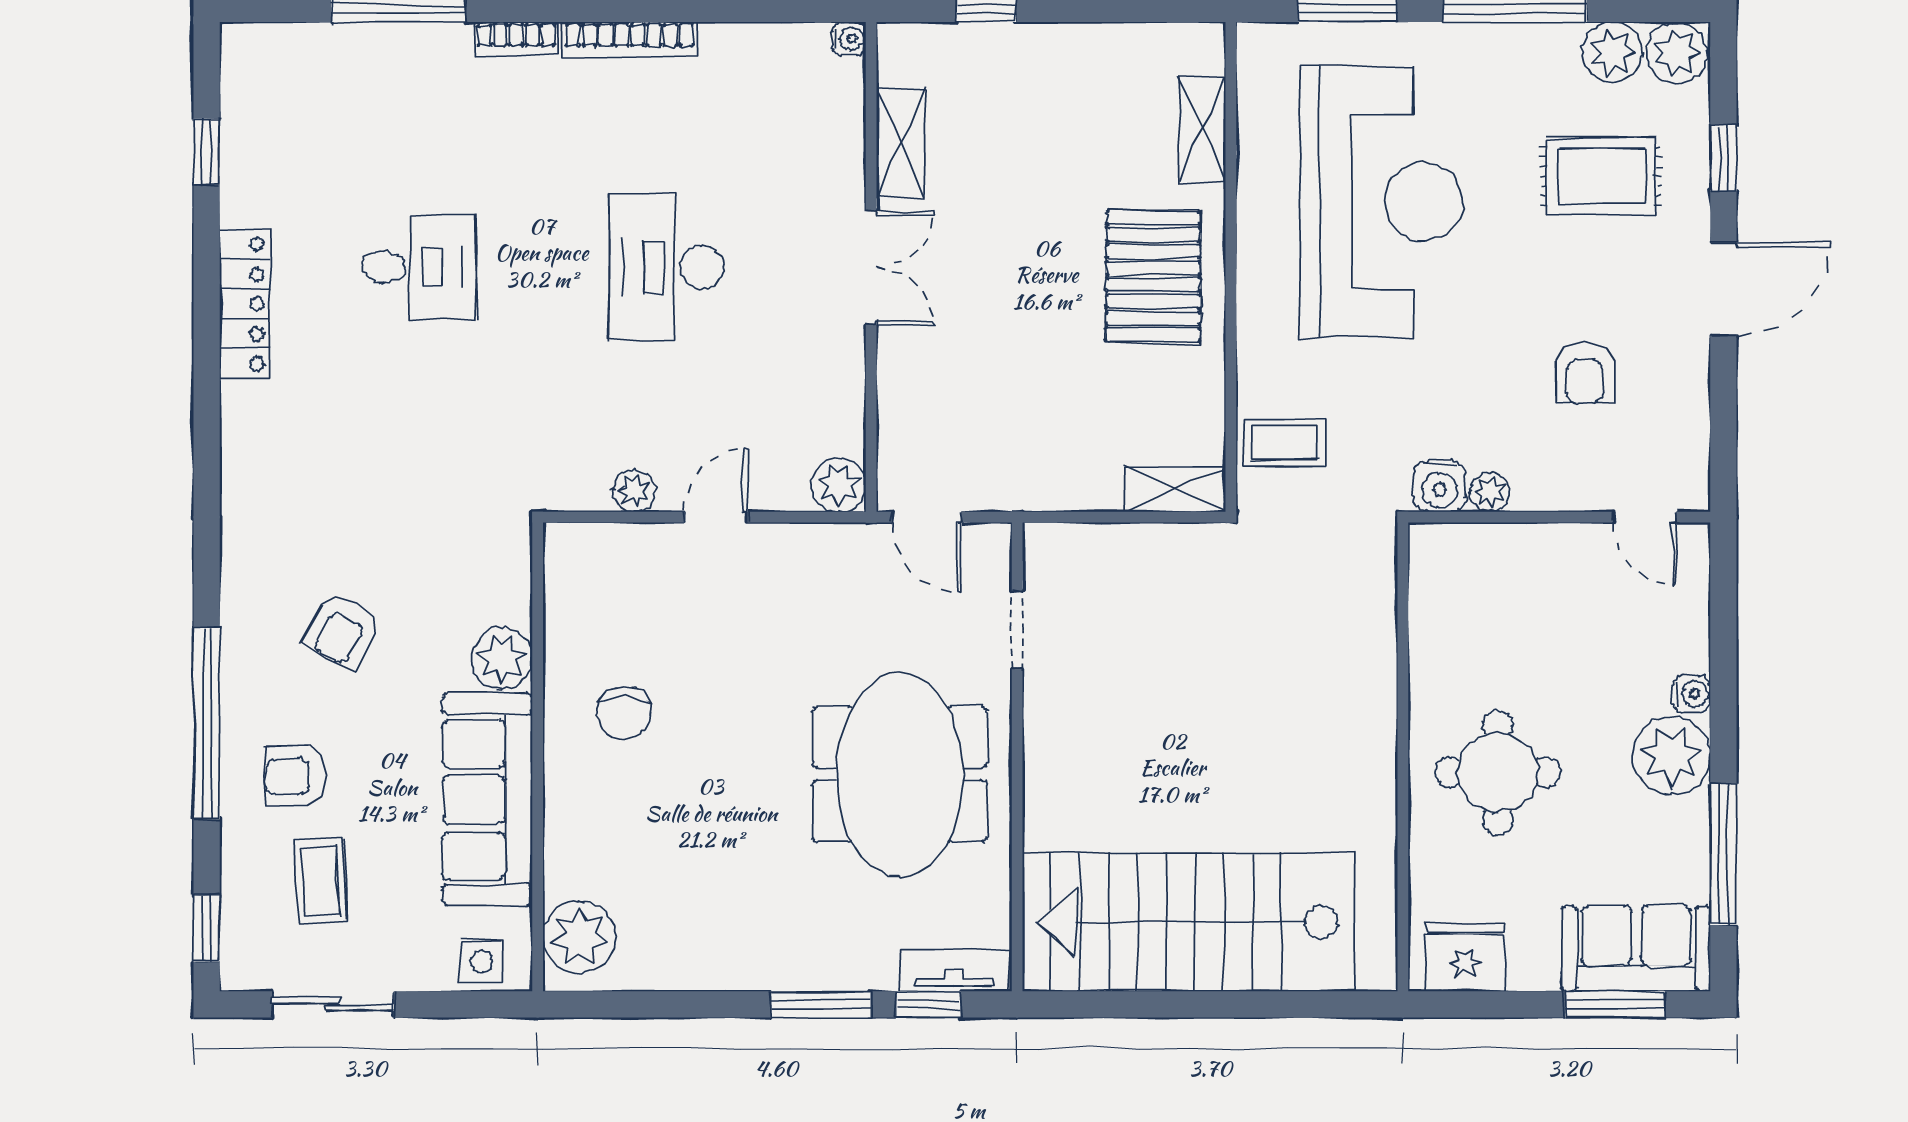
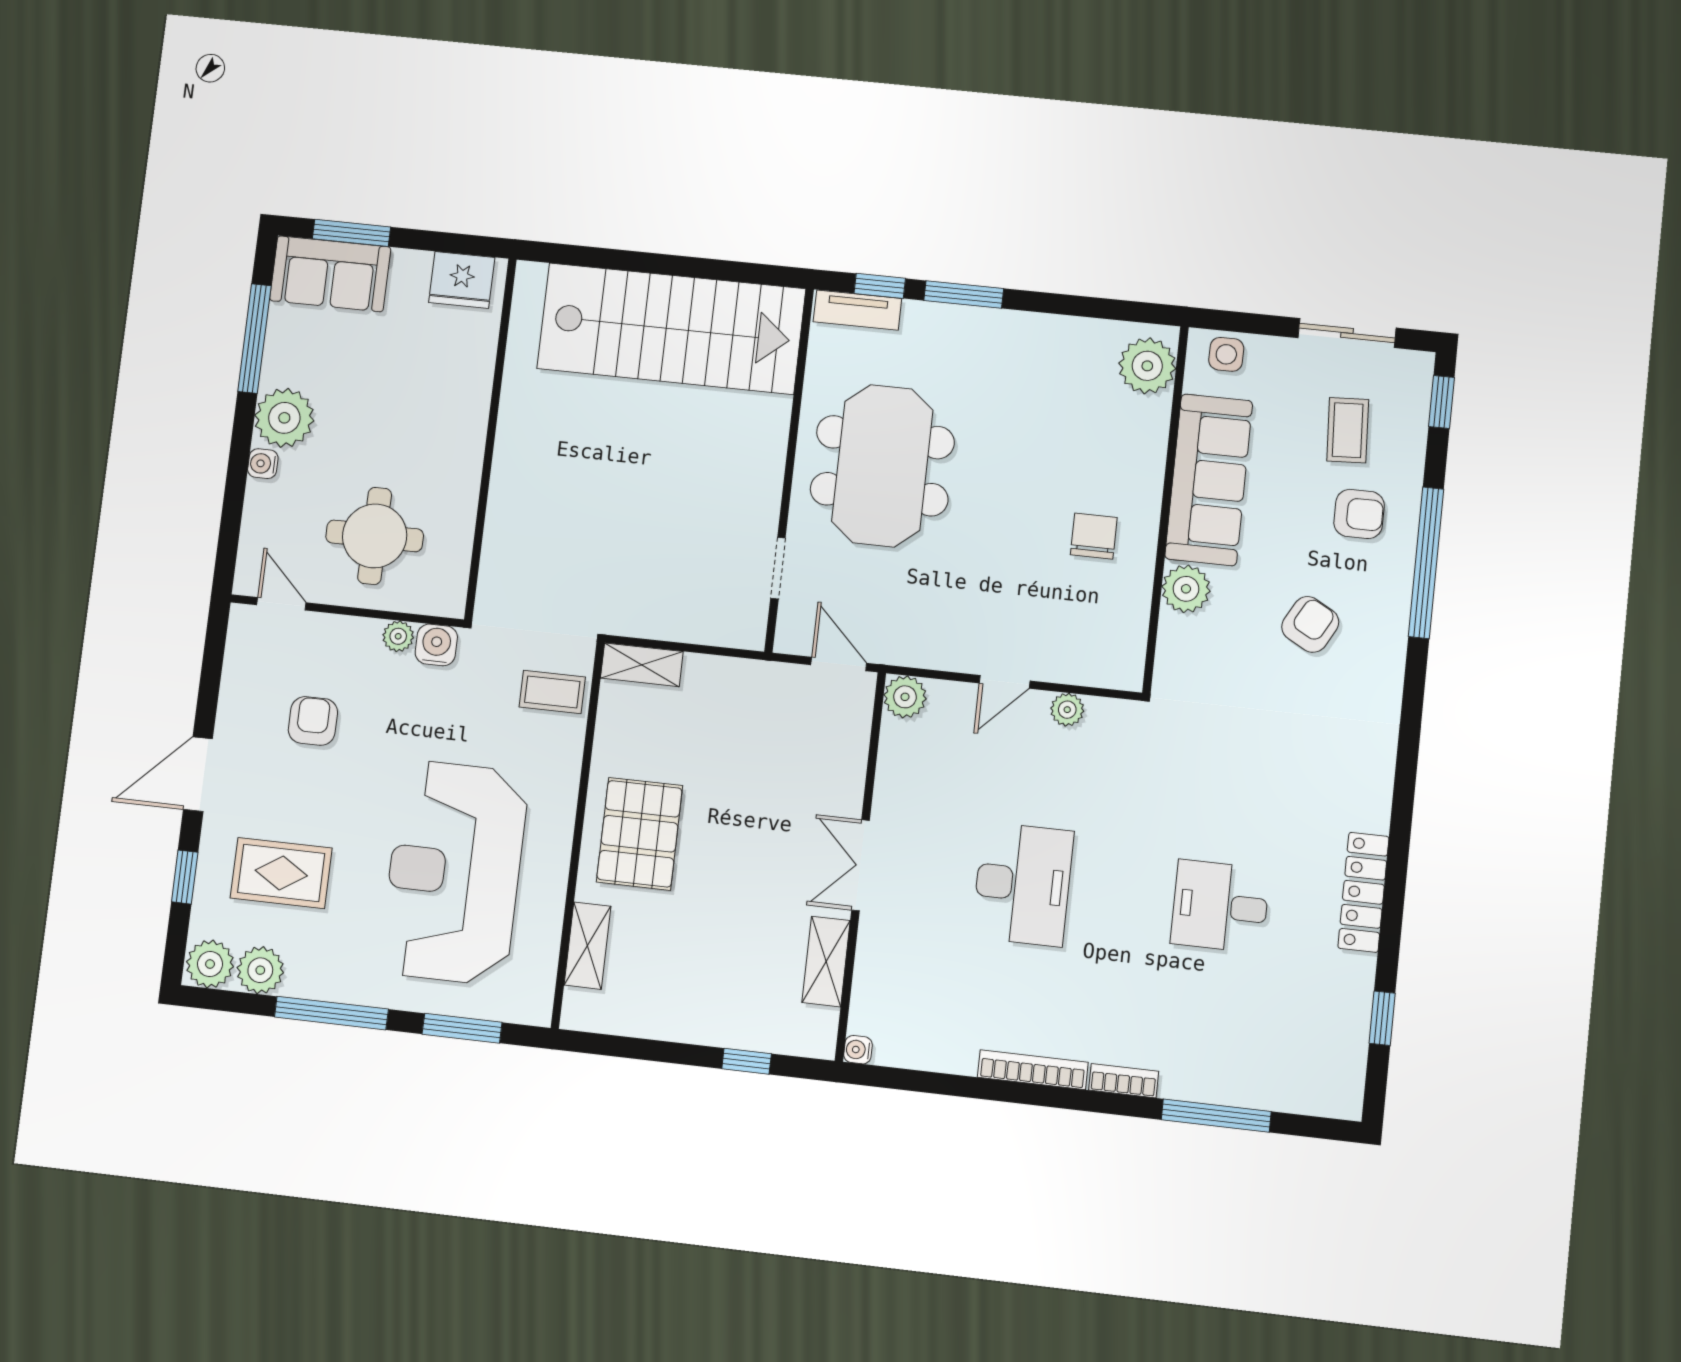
round table: (1498, 772) -> (375, 536), moved

